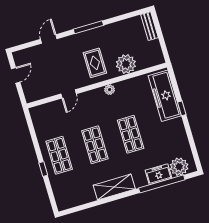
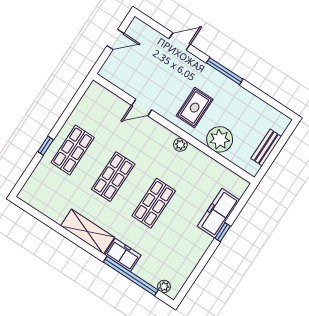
bench: (149, 26) -> (266, 147), moved
freezer: (165, 96) -> (219, 213), width x0.73, depth x0.79
plant: (179, 167) -> (164, 286), width x0.53, depth x0.53
freezer: (159, 174) -> (123, 255), moved

